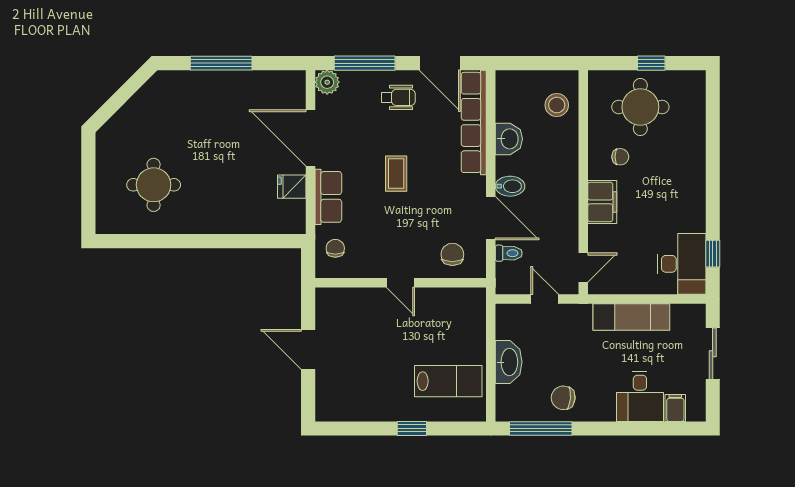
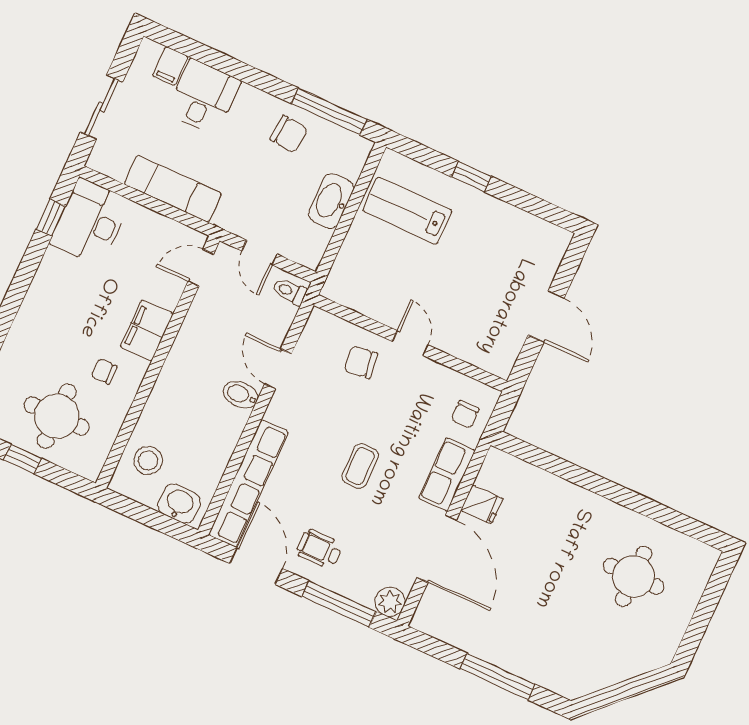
washbasin: (509, 139) -> (179, 504), moved, turned 90
door: (491, 218) -> (278, 369), width x0.73
toilet: (509, 253) -> (290, 292), moved
chair: (452, 254) -> (361, 362), moved, turned 82

